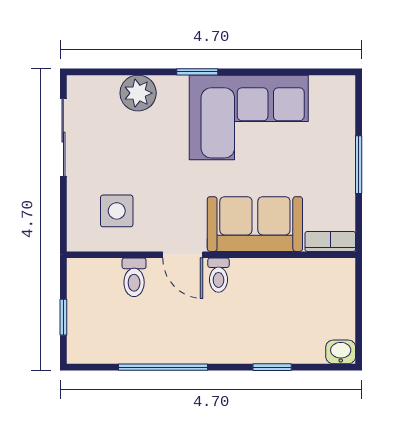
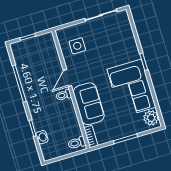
plant: (138, 93) -> (151, 118), moved
toilet: (134, 277) -> (77, 143), moved
washbasin: (341, 352) -> (42, 137), moved

